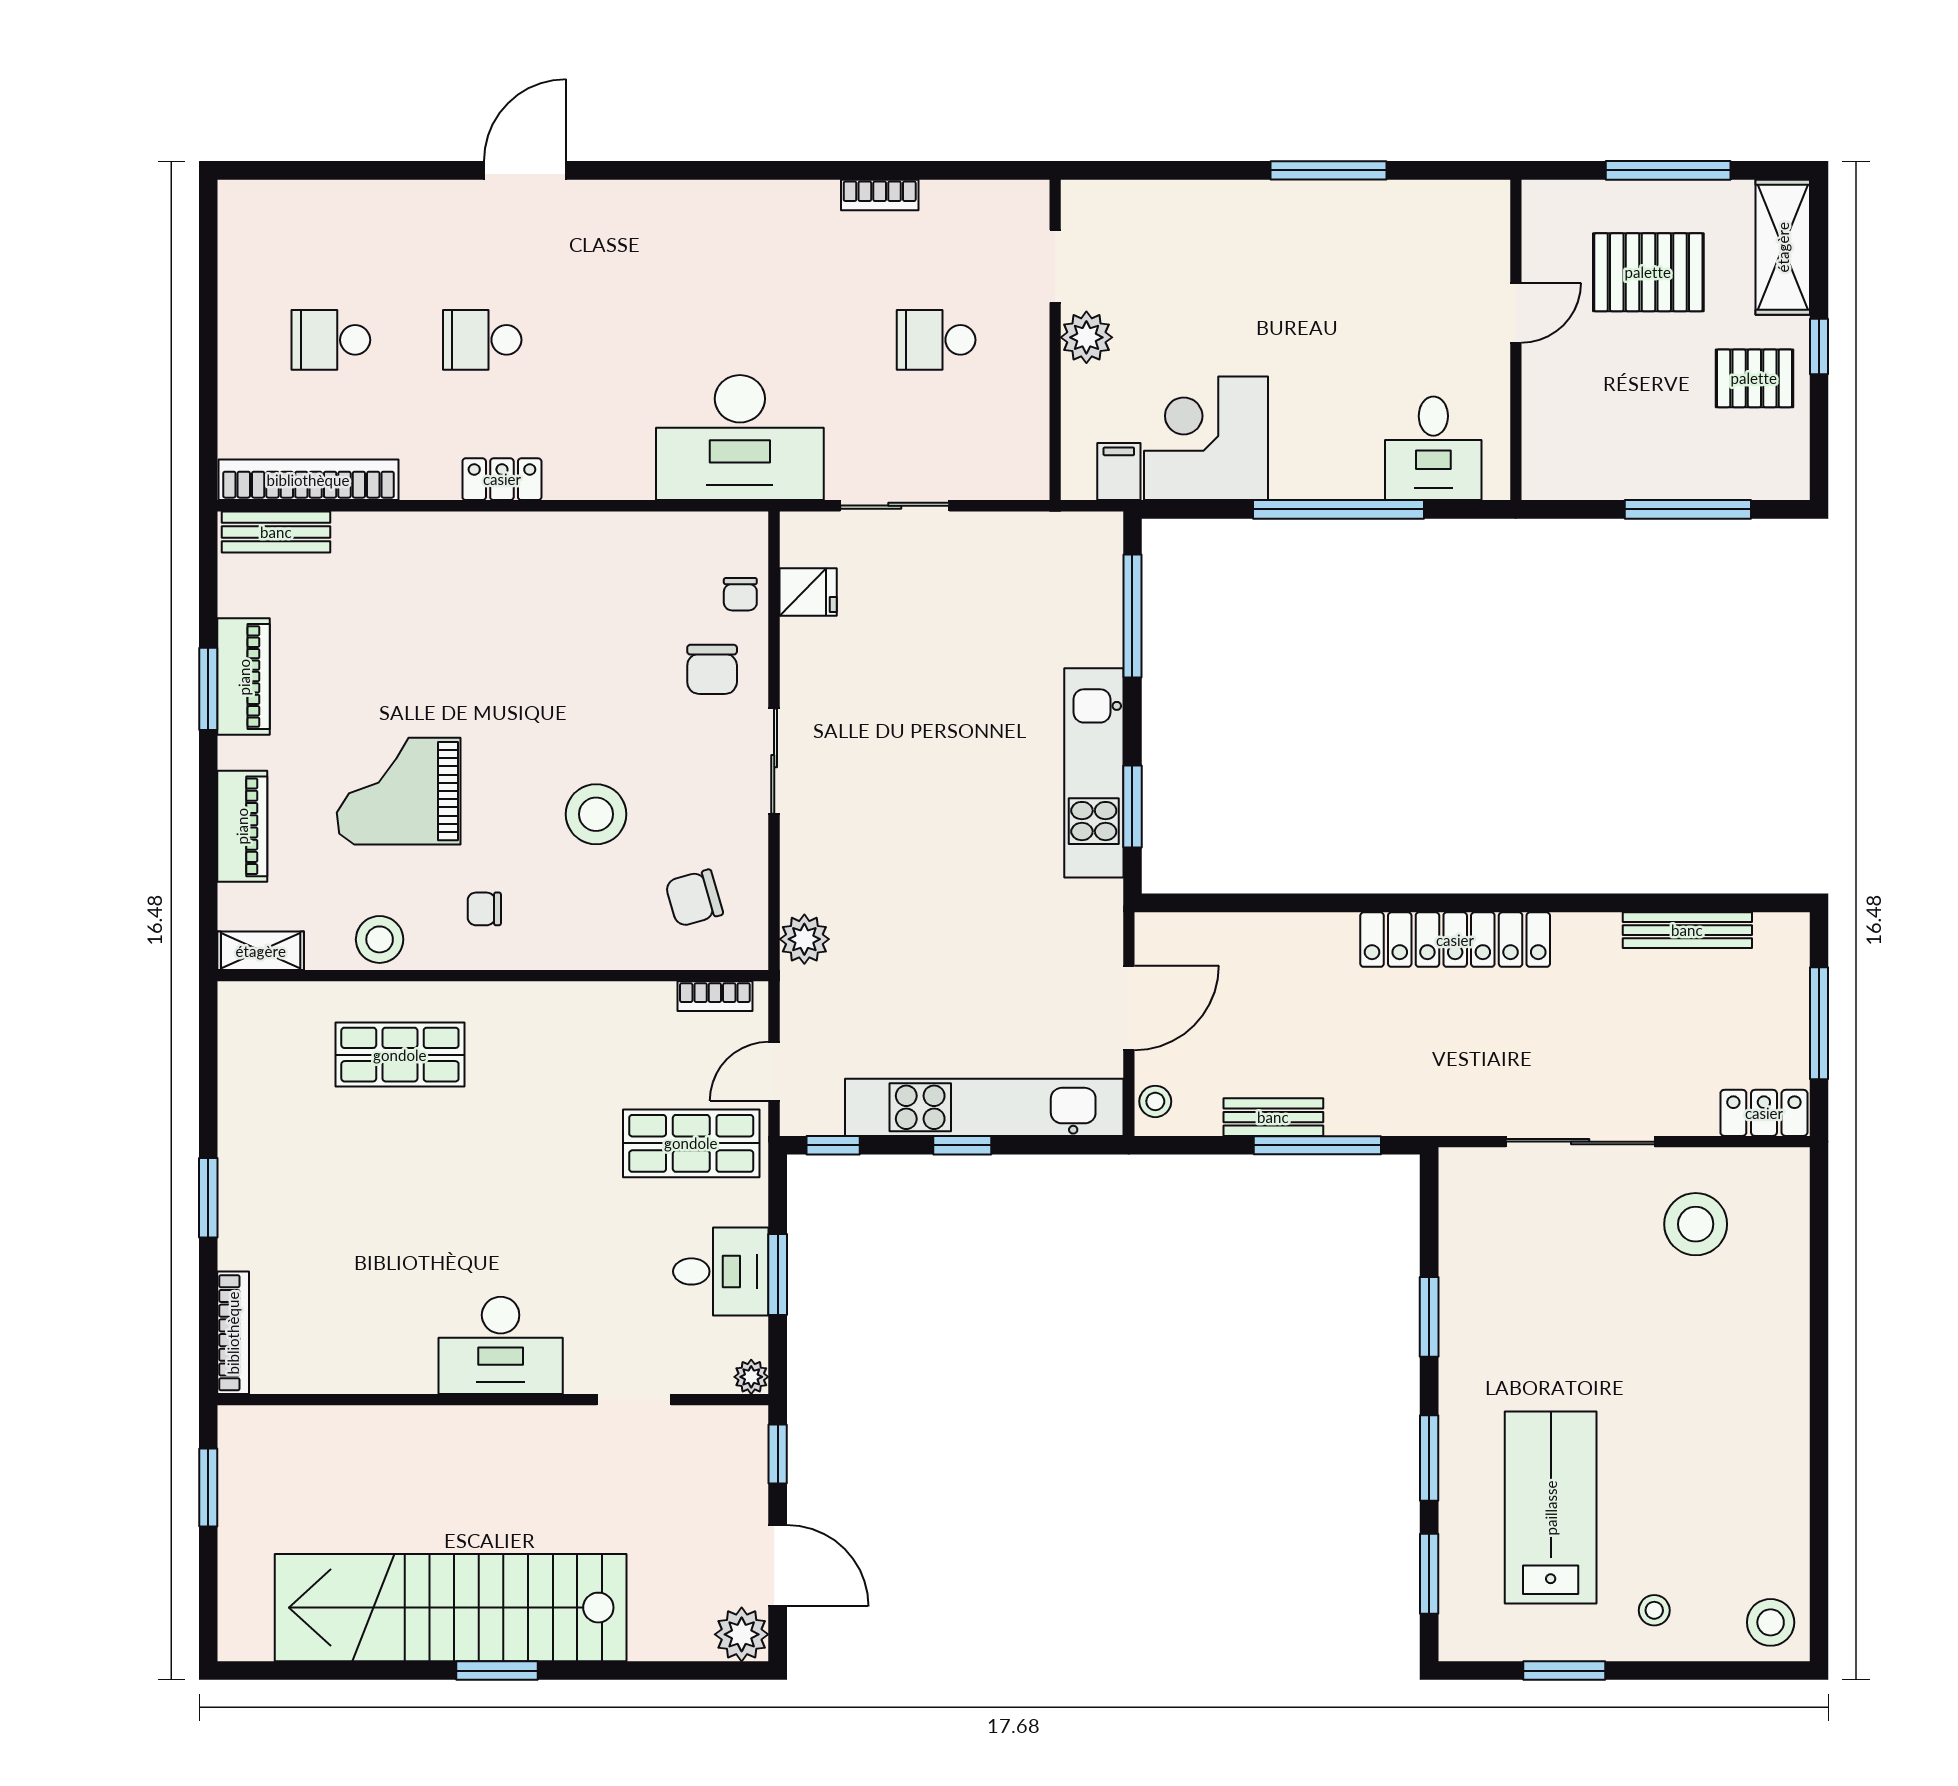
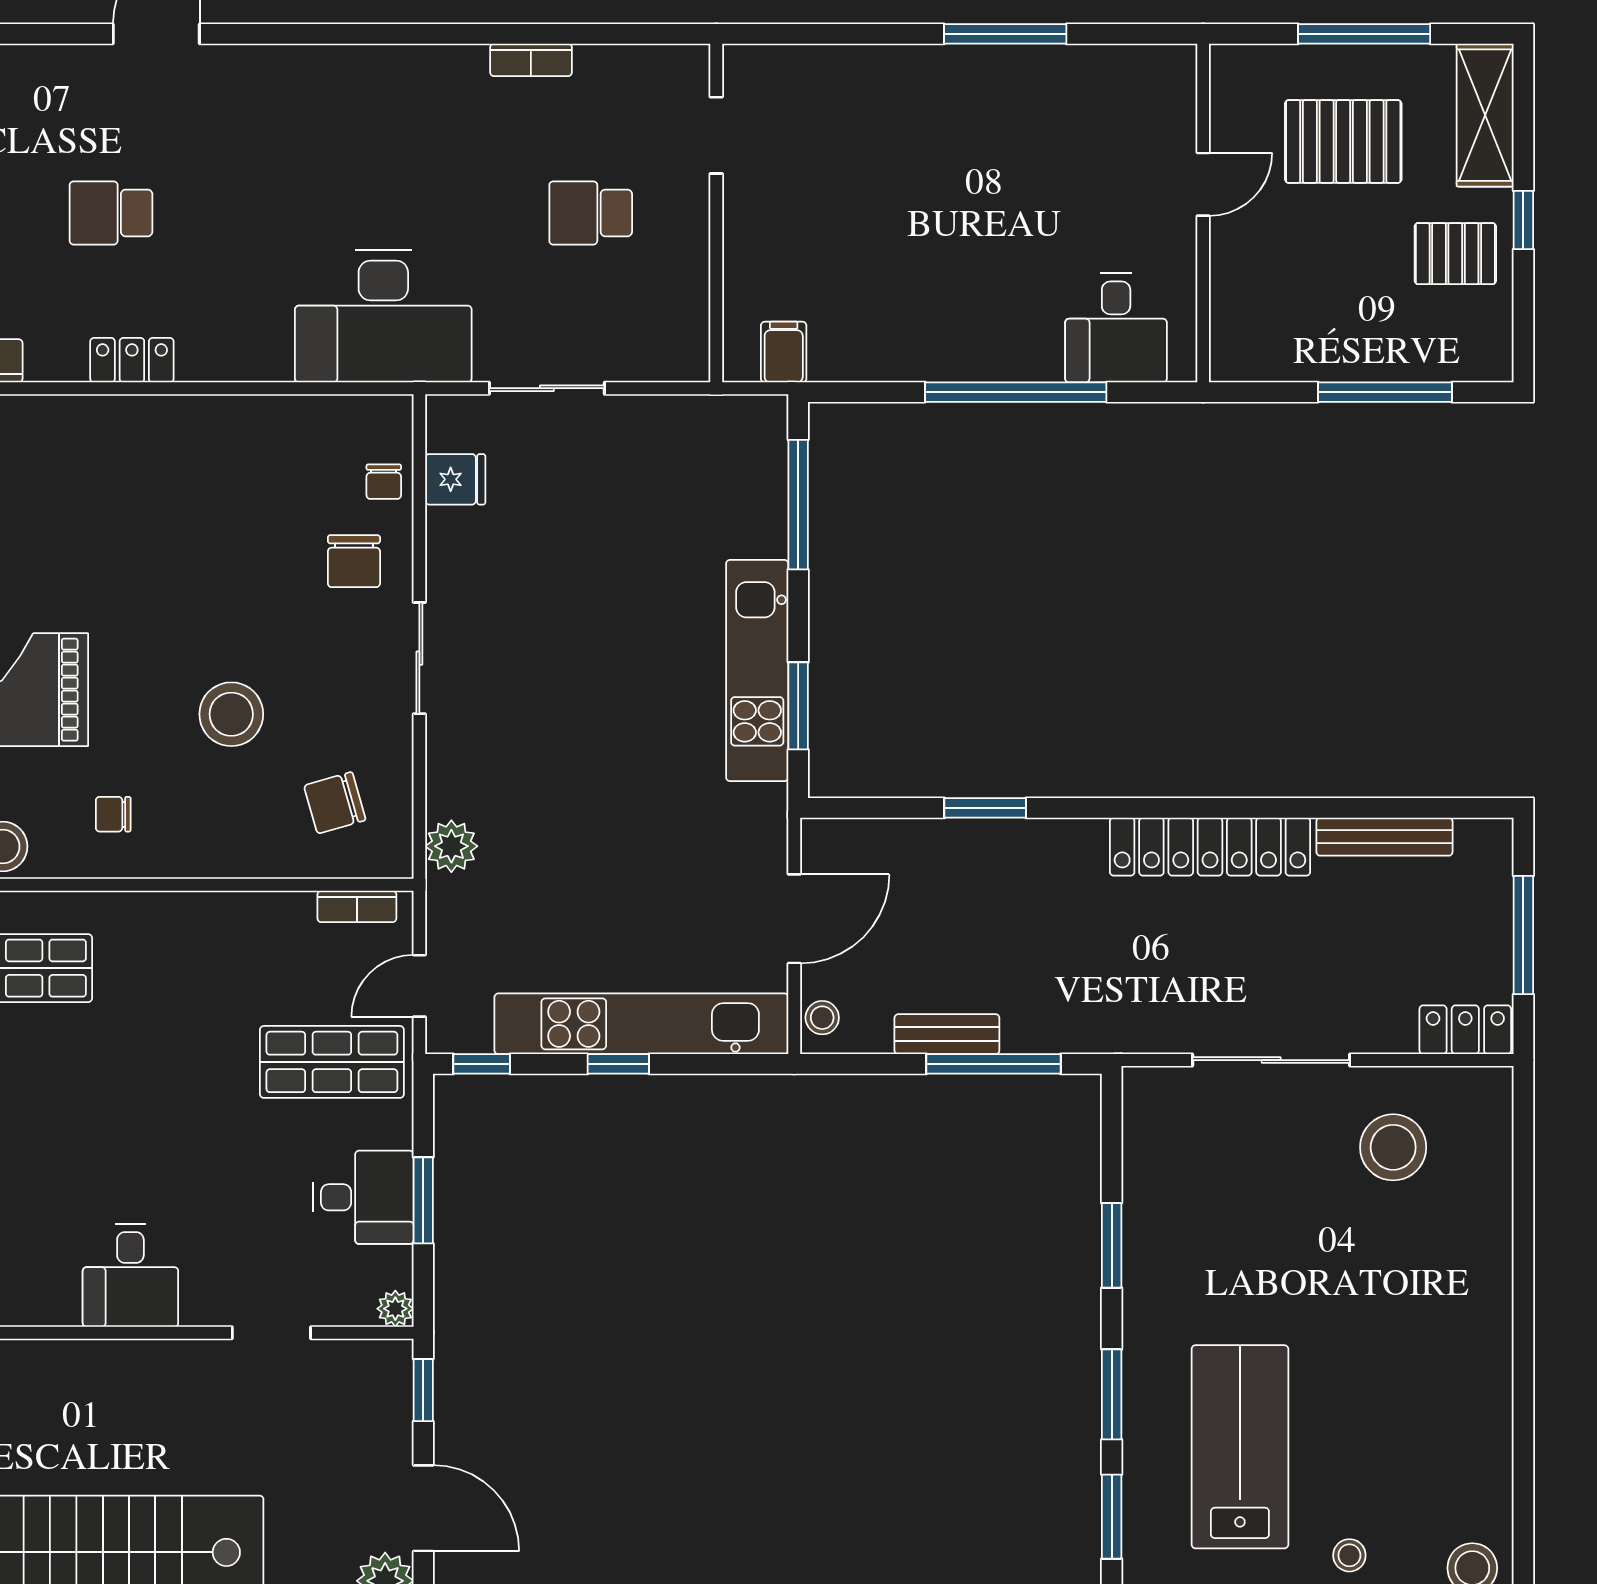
plant: (1086, 337) -> (749, 210), removed
corner desk: (1206, 438) -> (876, 317), removed
window: (1309, 903) -> (985, 808), added
locker: (1455, 940) -> (1210, 847), moved
desk: (501, 1345) -> (130, 1275), width x0.73

